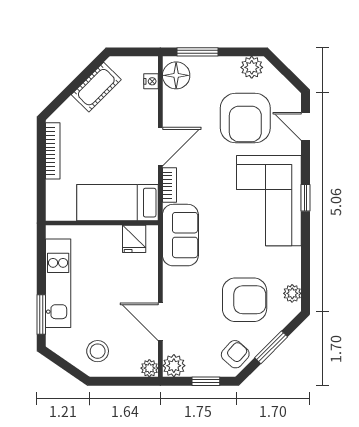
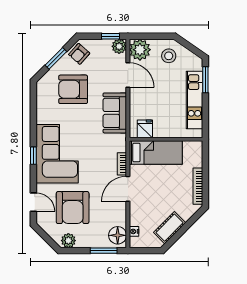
armchair: (245, 118) -> (73, 208), turned 180
sofa: (180, 235) -> (115, 113), moved
plant: (292, 293) -> (42, 93), removed
plant: (149, 368) -> (140, 50), width x1.88, depth x1.88
window: (206, 381) -> (110, 36), moved

